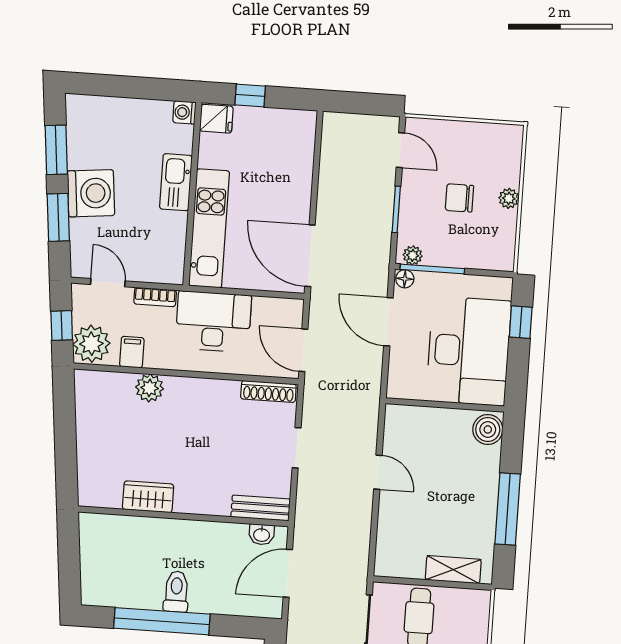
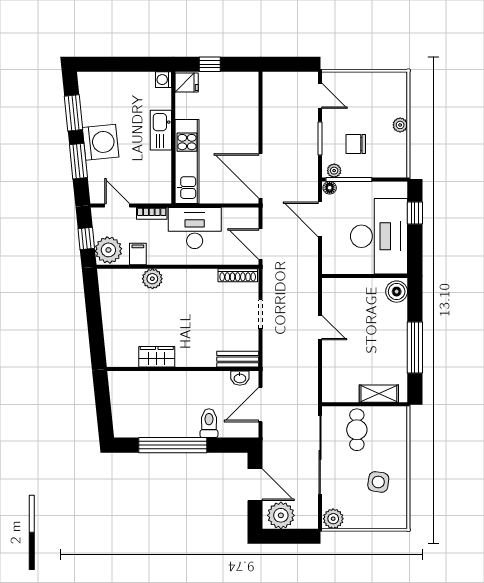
chair: (459, 198) -> (356, 144), moved
toilet: (176, 592) -> (209, 423), moved

